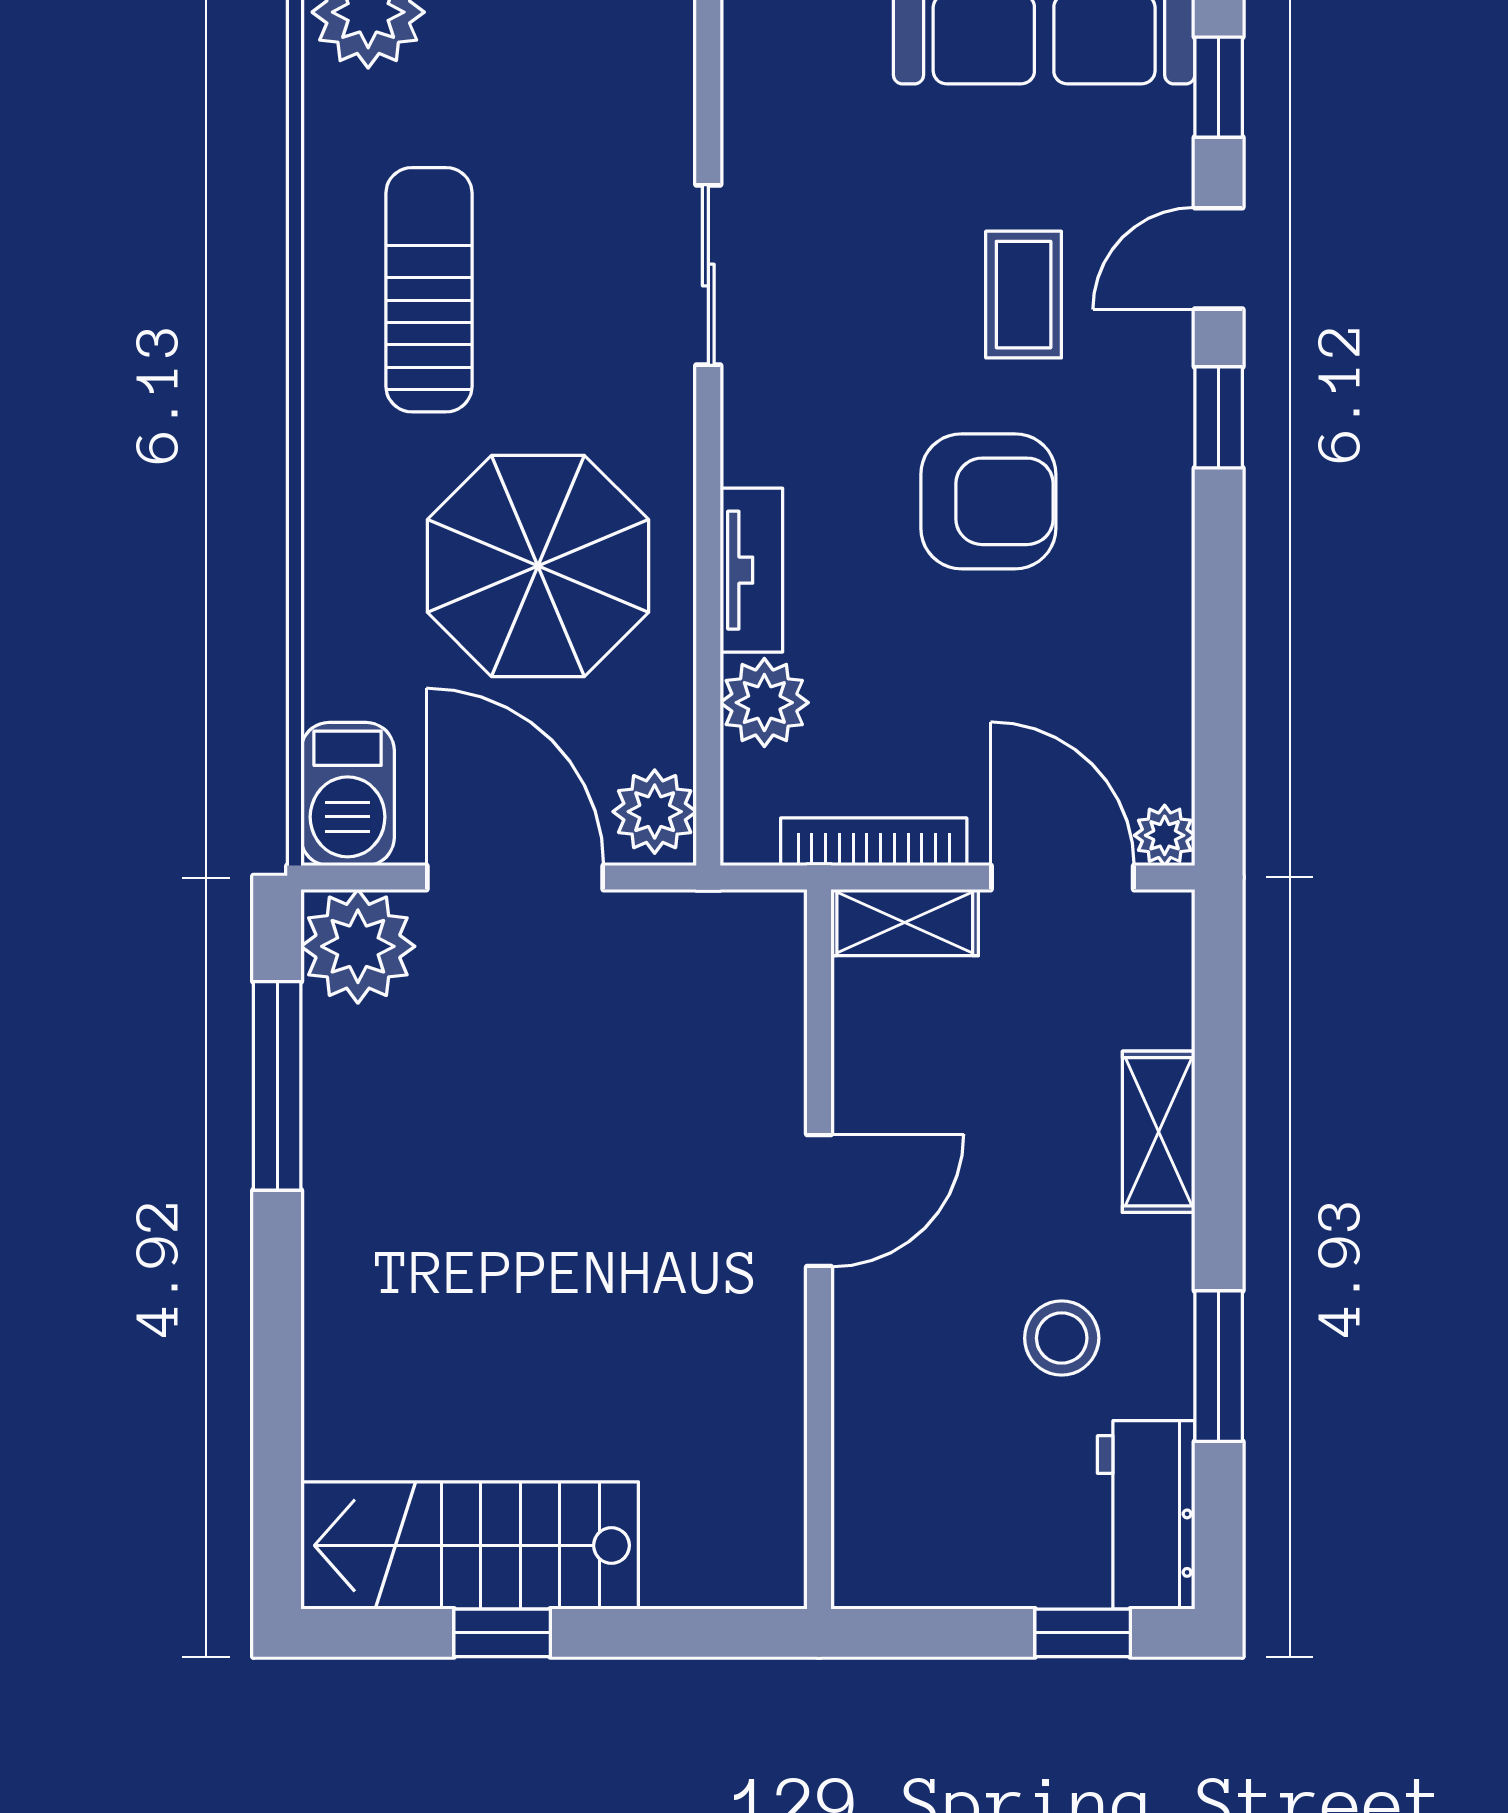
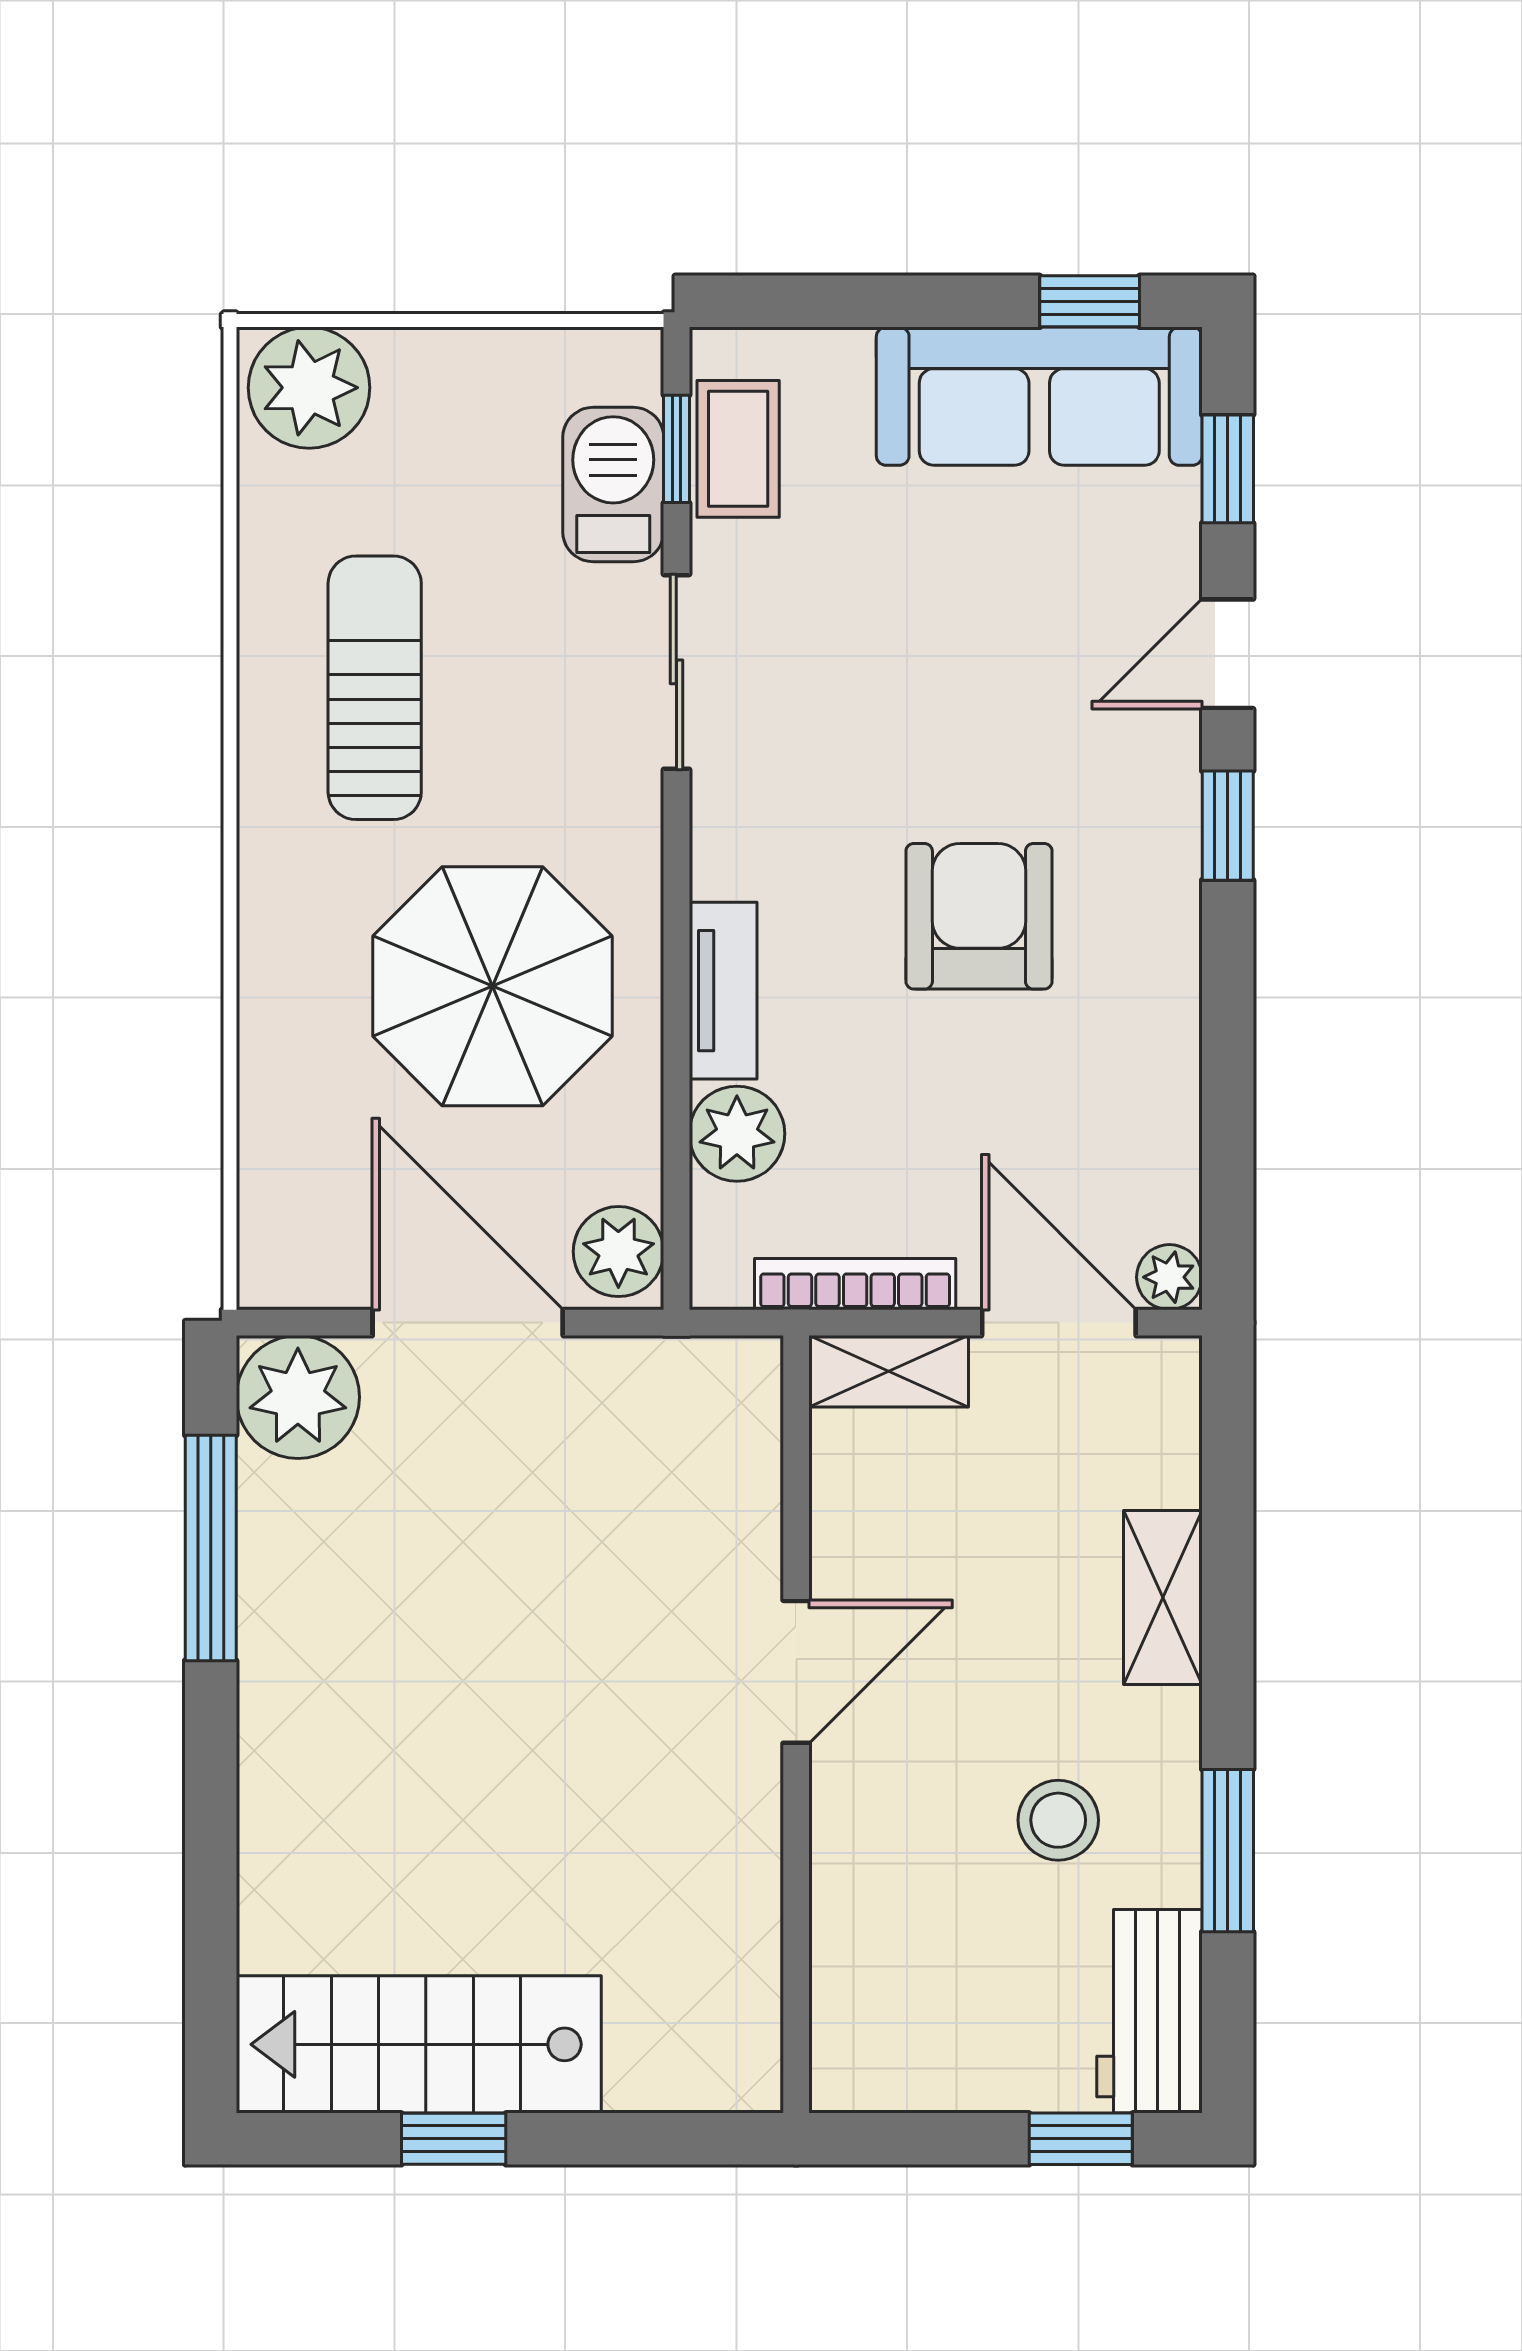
window: (708, 69) -> (676, 449), added
coffee table: (1024, 295) -> (738, 449), moved
armchair: (988, 501) -> (979, 916), turned -90
barbecue: (348, 794) -> (613, 485), moved, turned 180

